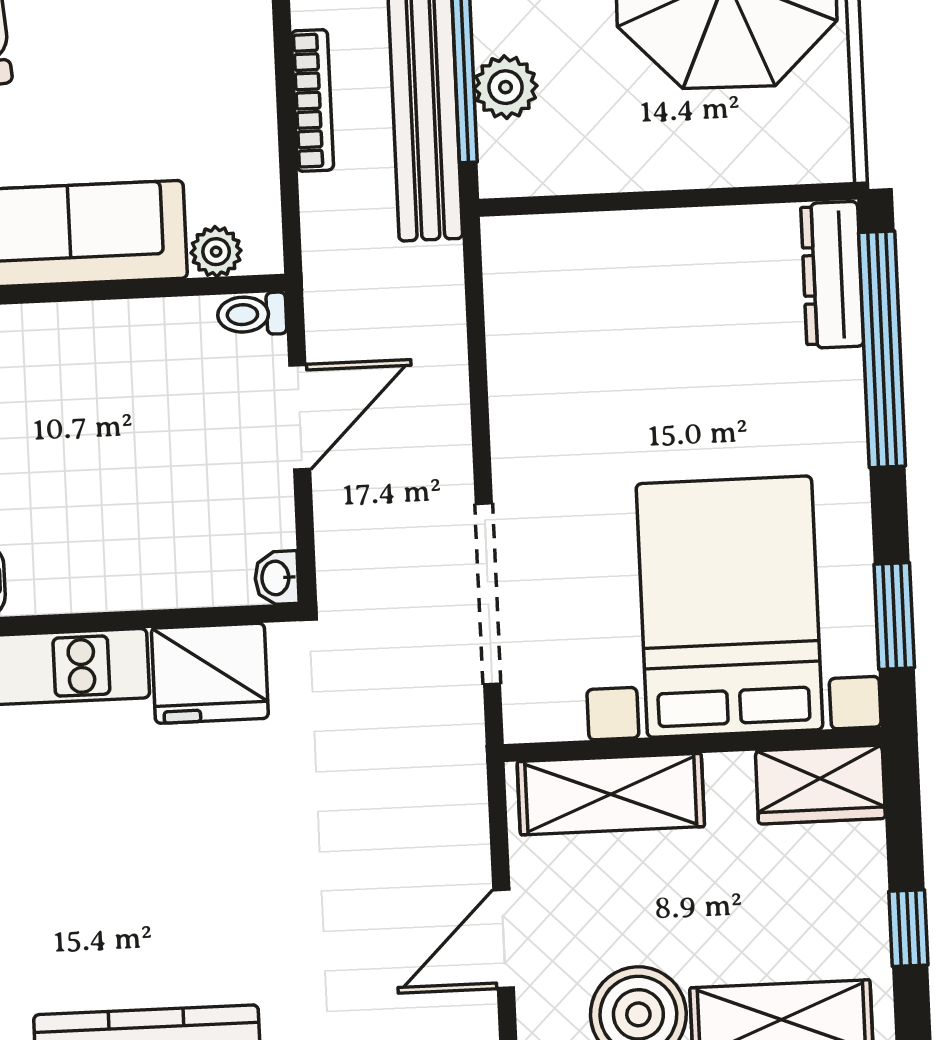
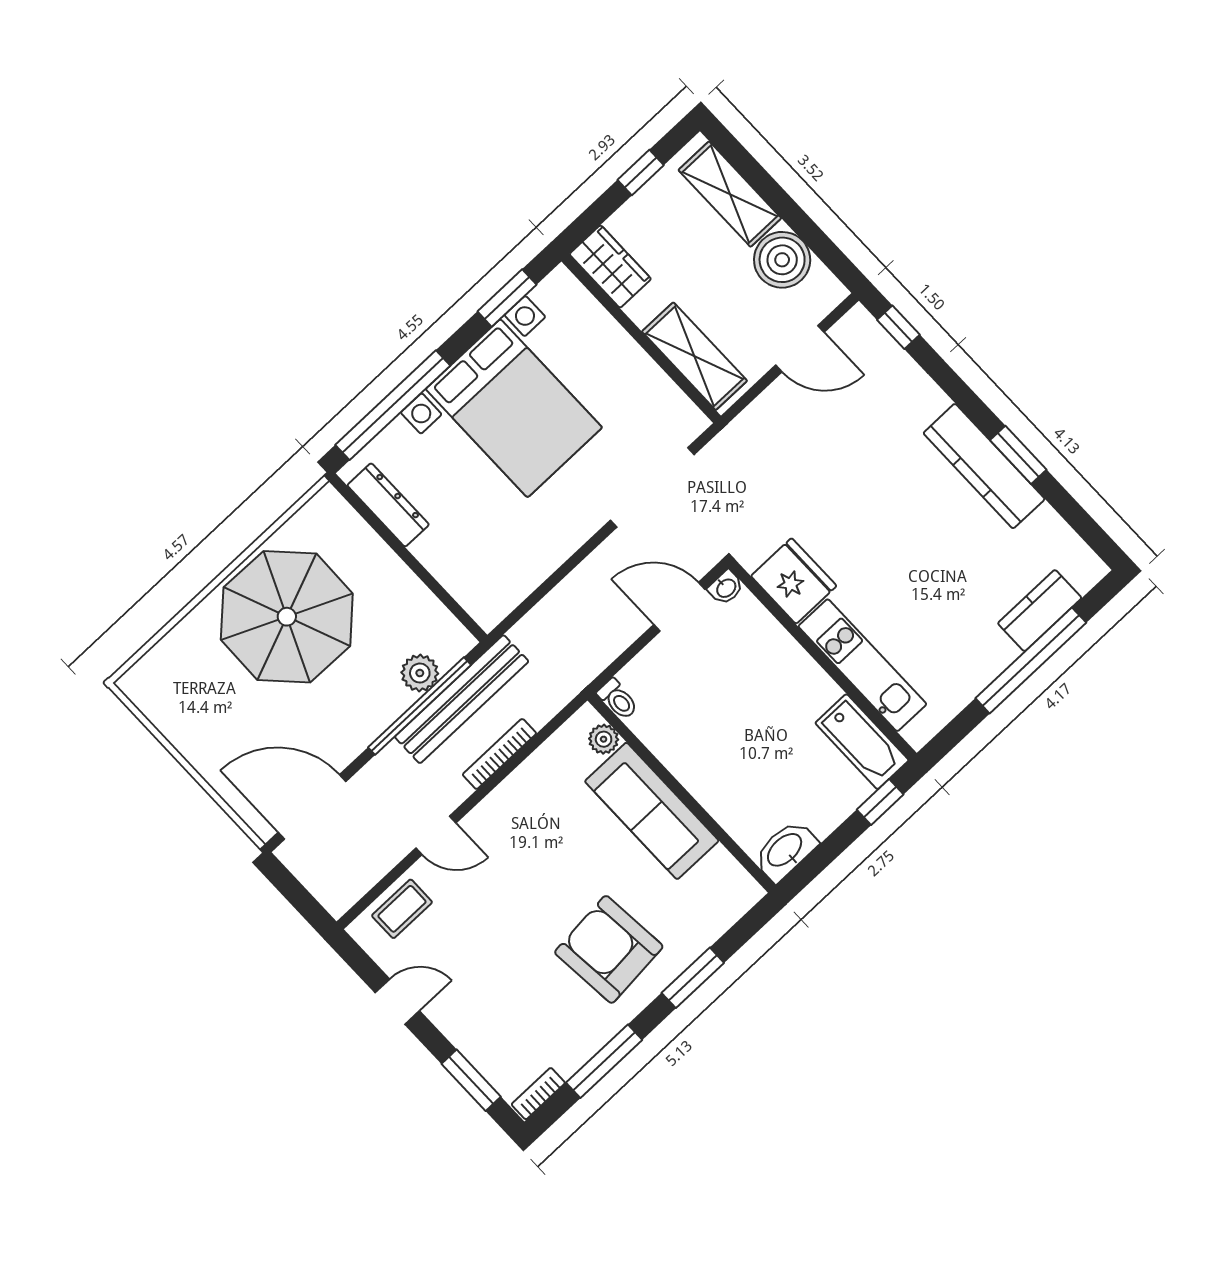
dresser: (832, 275) -> (388, 505), moved, turned -90
door: (300, 417) -> (679, 607), moved
bed with nightstands: (729, 607) -> (514, 408), moved, turned -90

